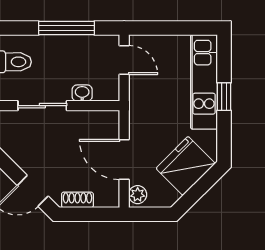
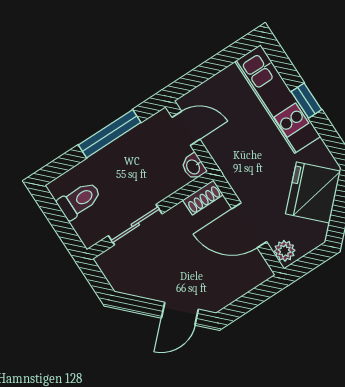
washbasin: (82, 93) -> (194, 167), moved, turned -90
shoe rack: (77, 200) -> (203, 197), moved, turned 180

